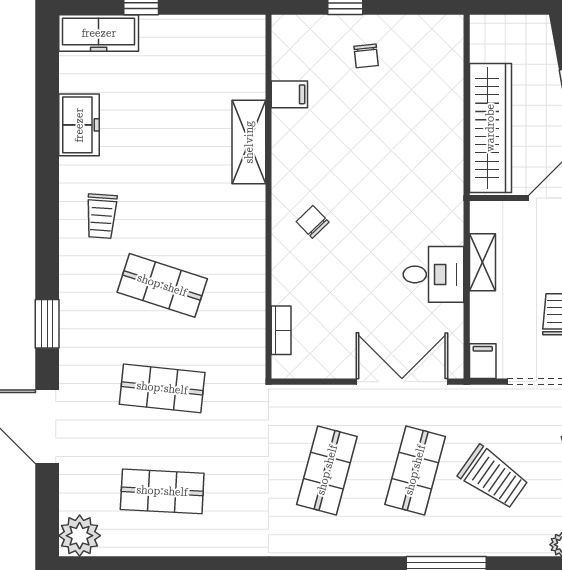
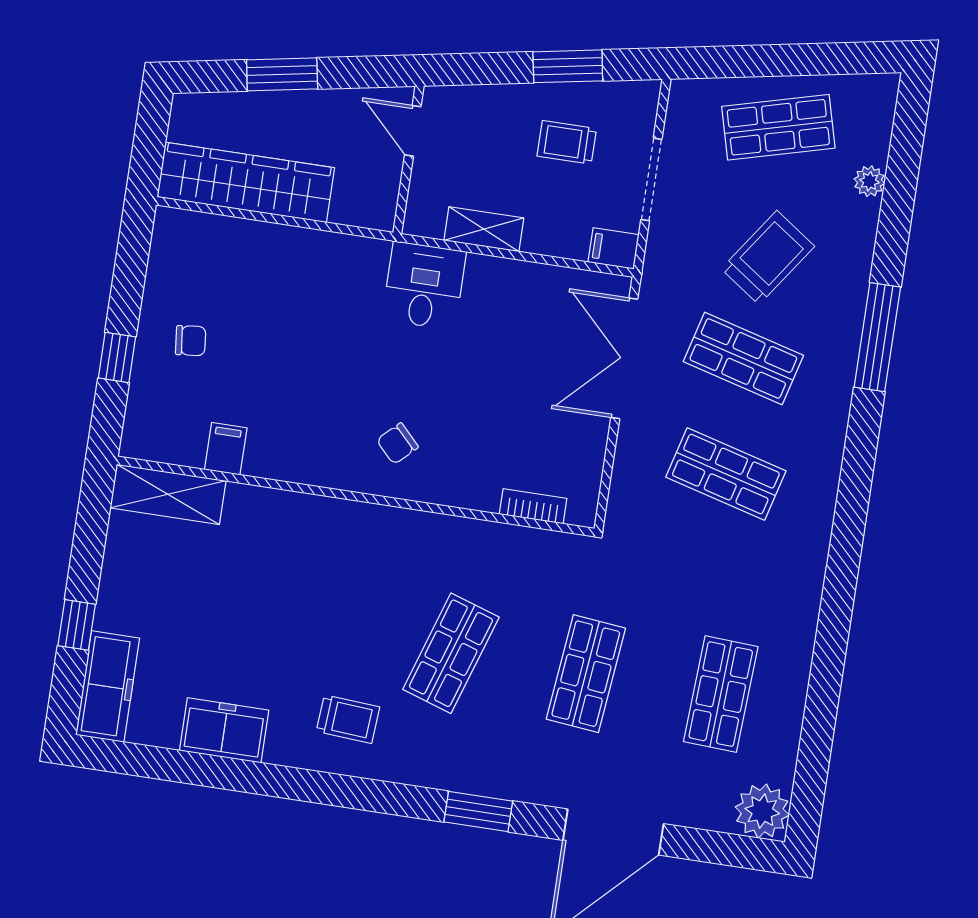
wardrobe: (490, 128) -> (246, 182), moved
shelving: (249, 142) -> (168, 494), moved
desk: (433, 274) -> (424, 286), moved

